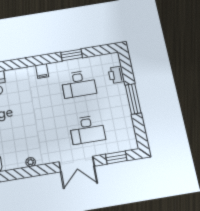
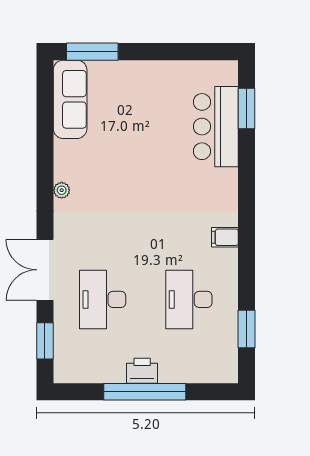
window: (72, 55) -> (247, 329), moved
printer: (116, 75) -> (142, 371), moved
window: (133, 99) -> (145, 392), width x1.46

